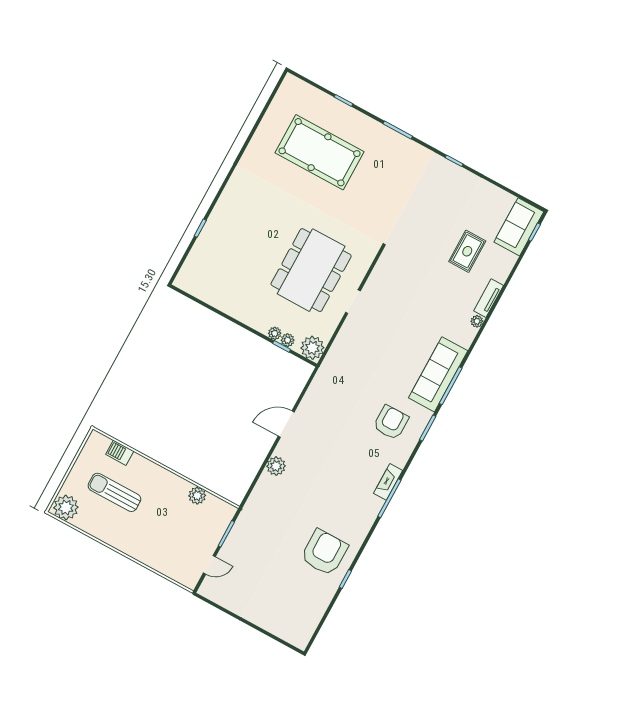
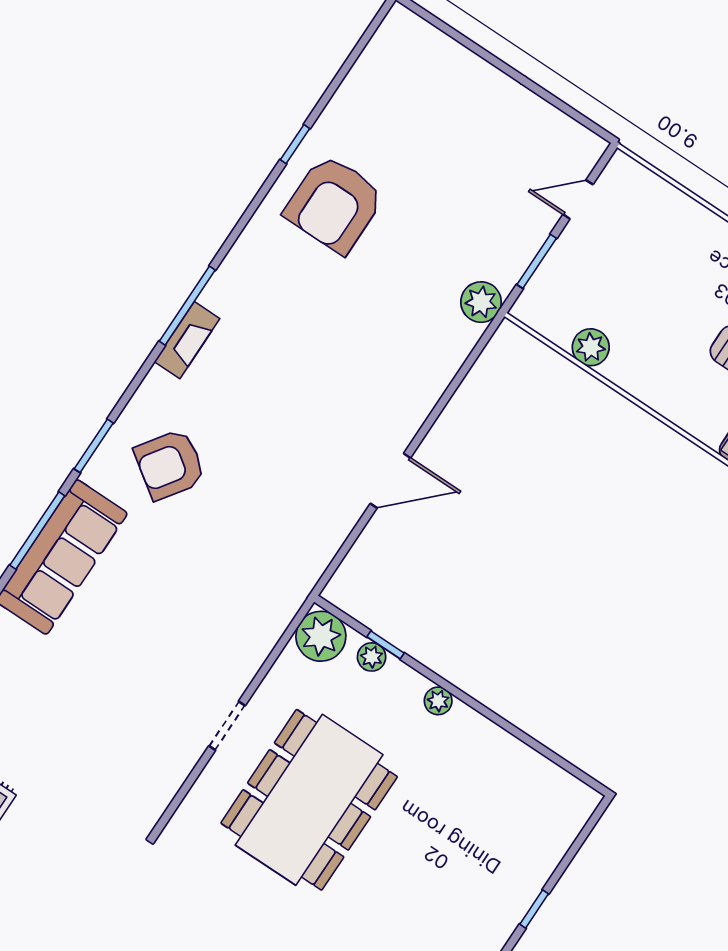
plant: (275, 333) -> (438, 701), moved
armchair: (391, 422) -> (170, 465), turned 35
plant: (276, 466) -> (481, 302), moved

